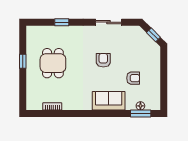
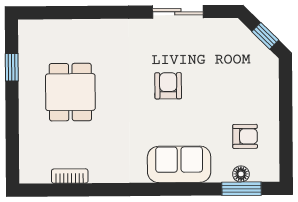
window: (62, 22) -> (87, 12), removed
window: (23, 61) -> (12, 67), moved
armchair: (133, 78) -> (245, 136), moved

